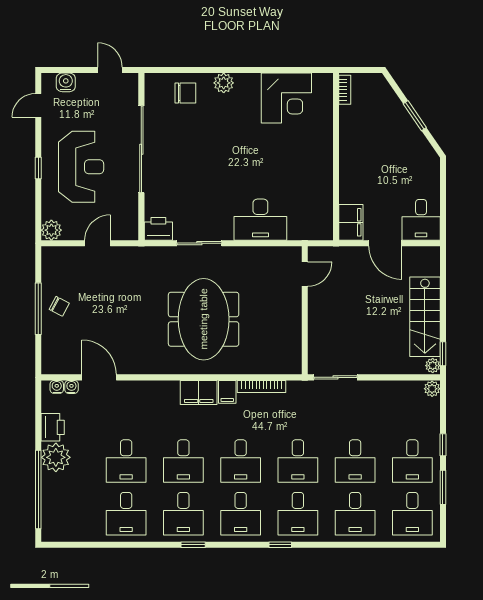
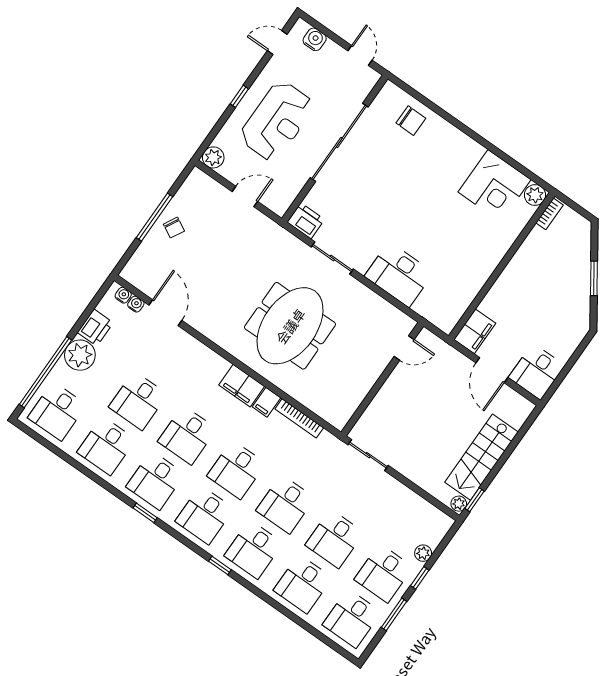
plant: (224, 83) -> (535, 195), moved
plant: (432, 389) -> (423, 553), moved
desk: (69, 514) -> (57, 411), added

